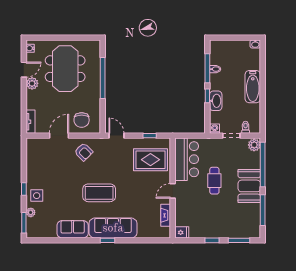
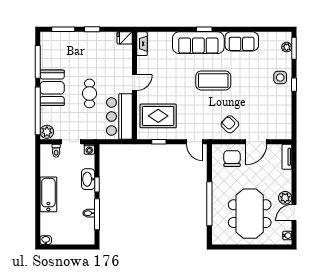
plant: (31, 212) -> (287, 47), moved
fireplace: (166, 215) -> (142, 44), moved

